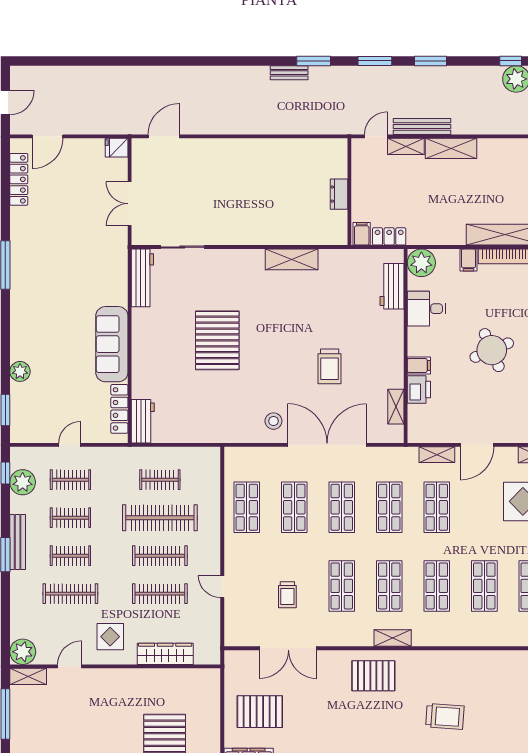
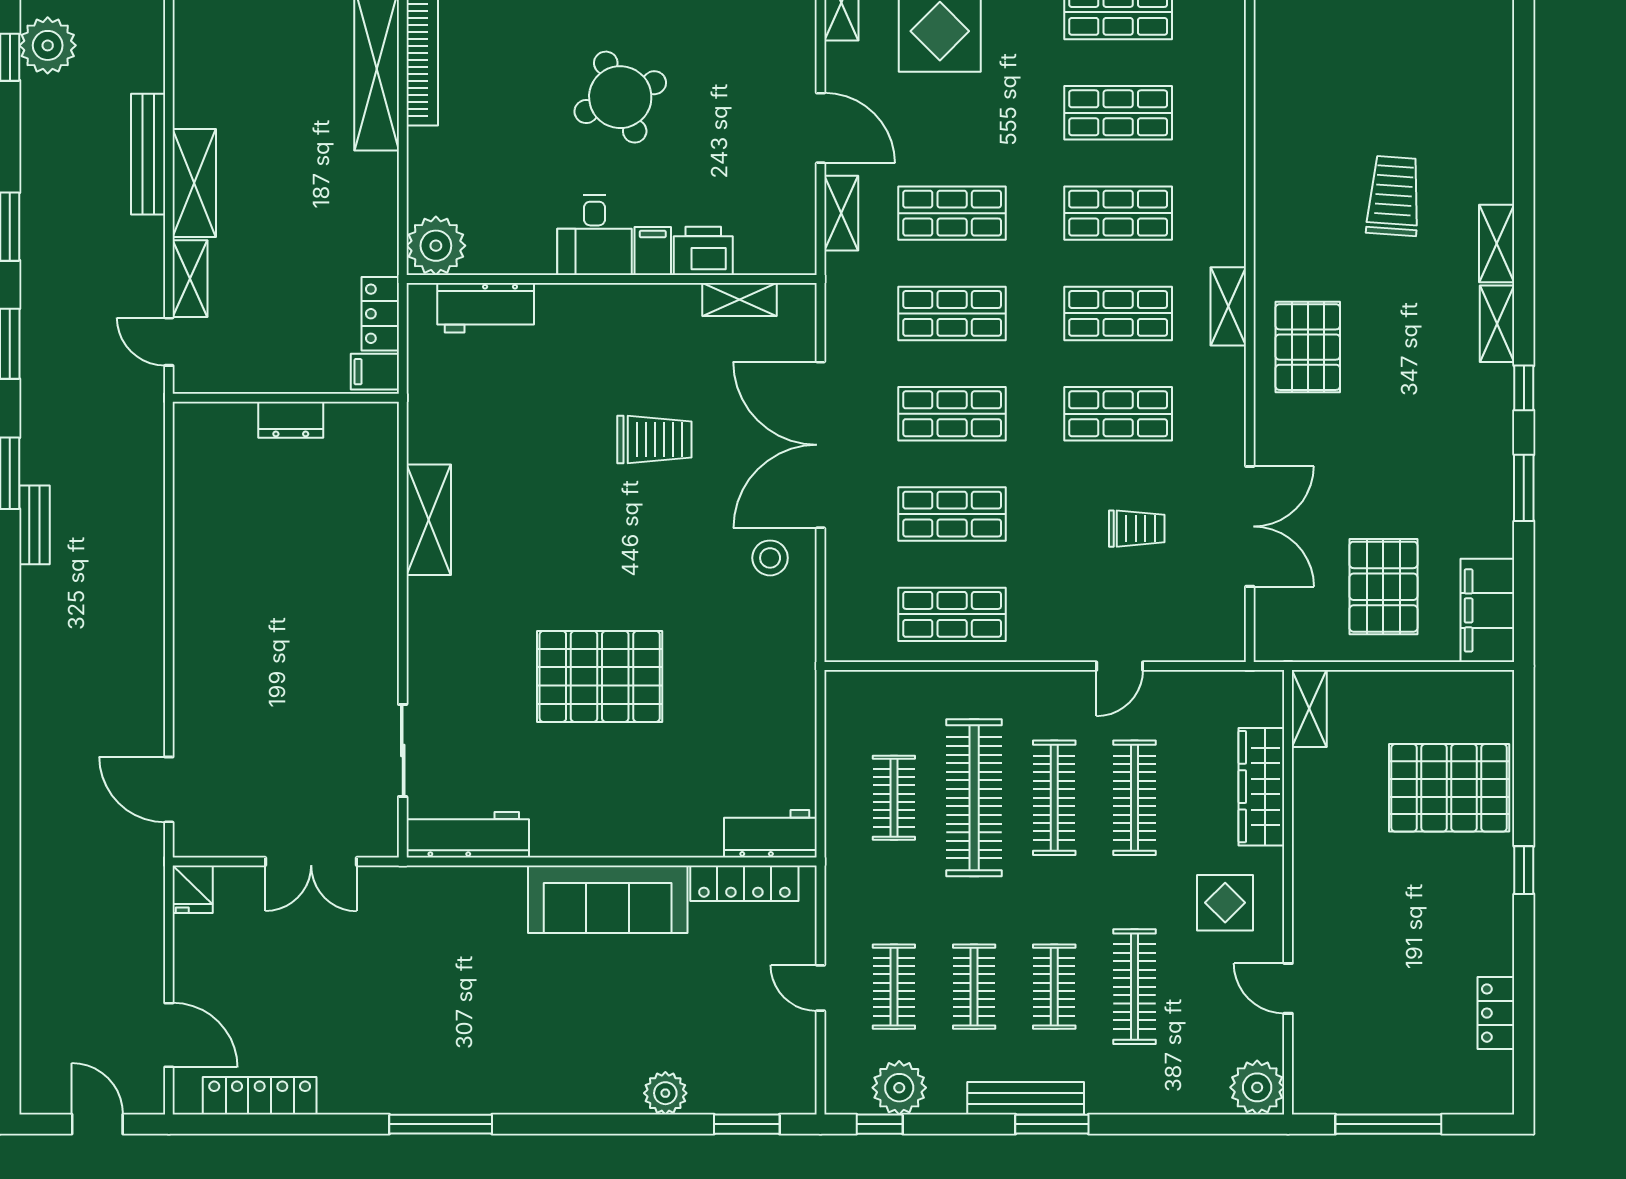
bench: (422, 127) -> (148, 154), moved
filing cabinet: (468, 260) -> (430, 146), removed
desk: (426, 309) -> (595, 235), moved
shelving: (28, 676) -> (1309, 709), moved

